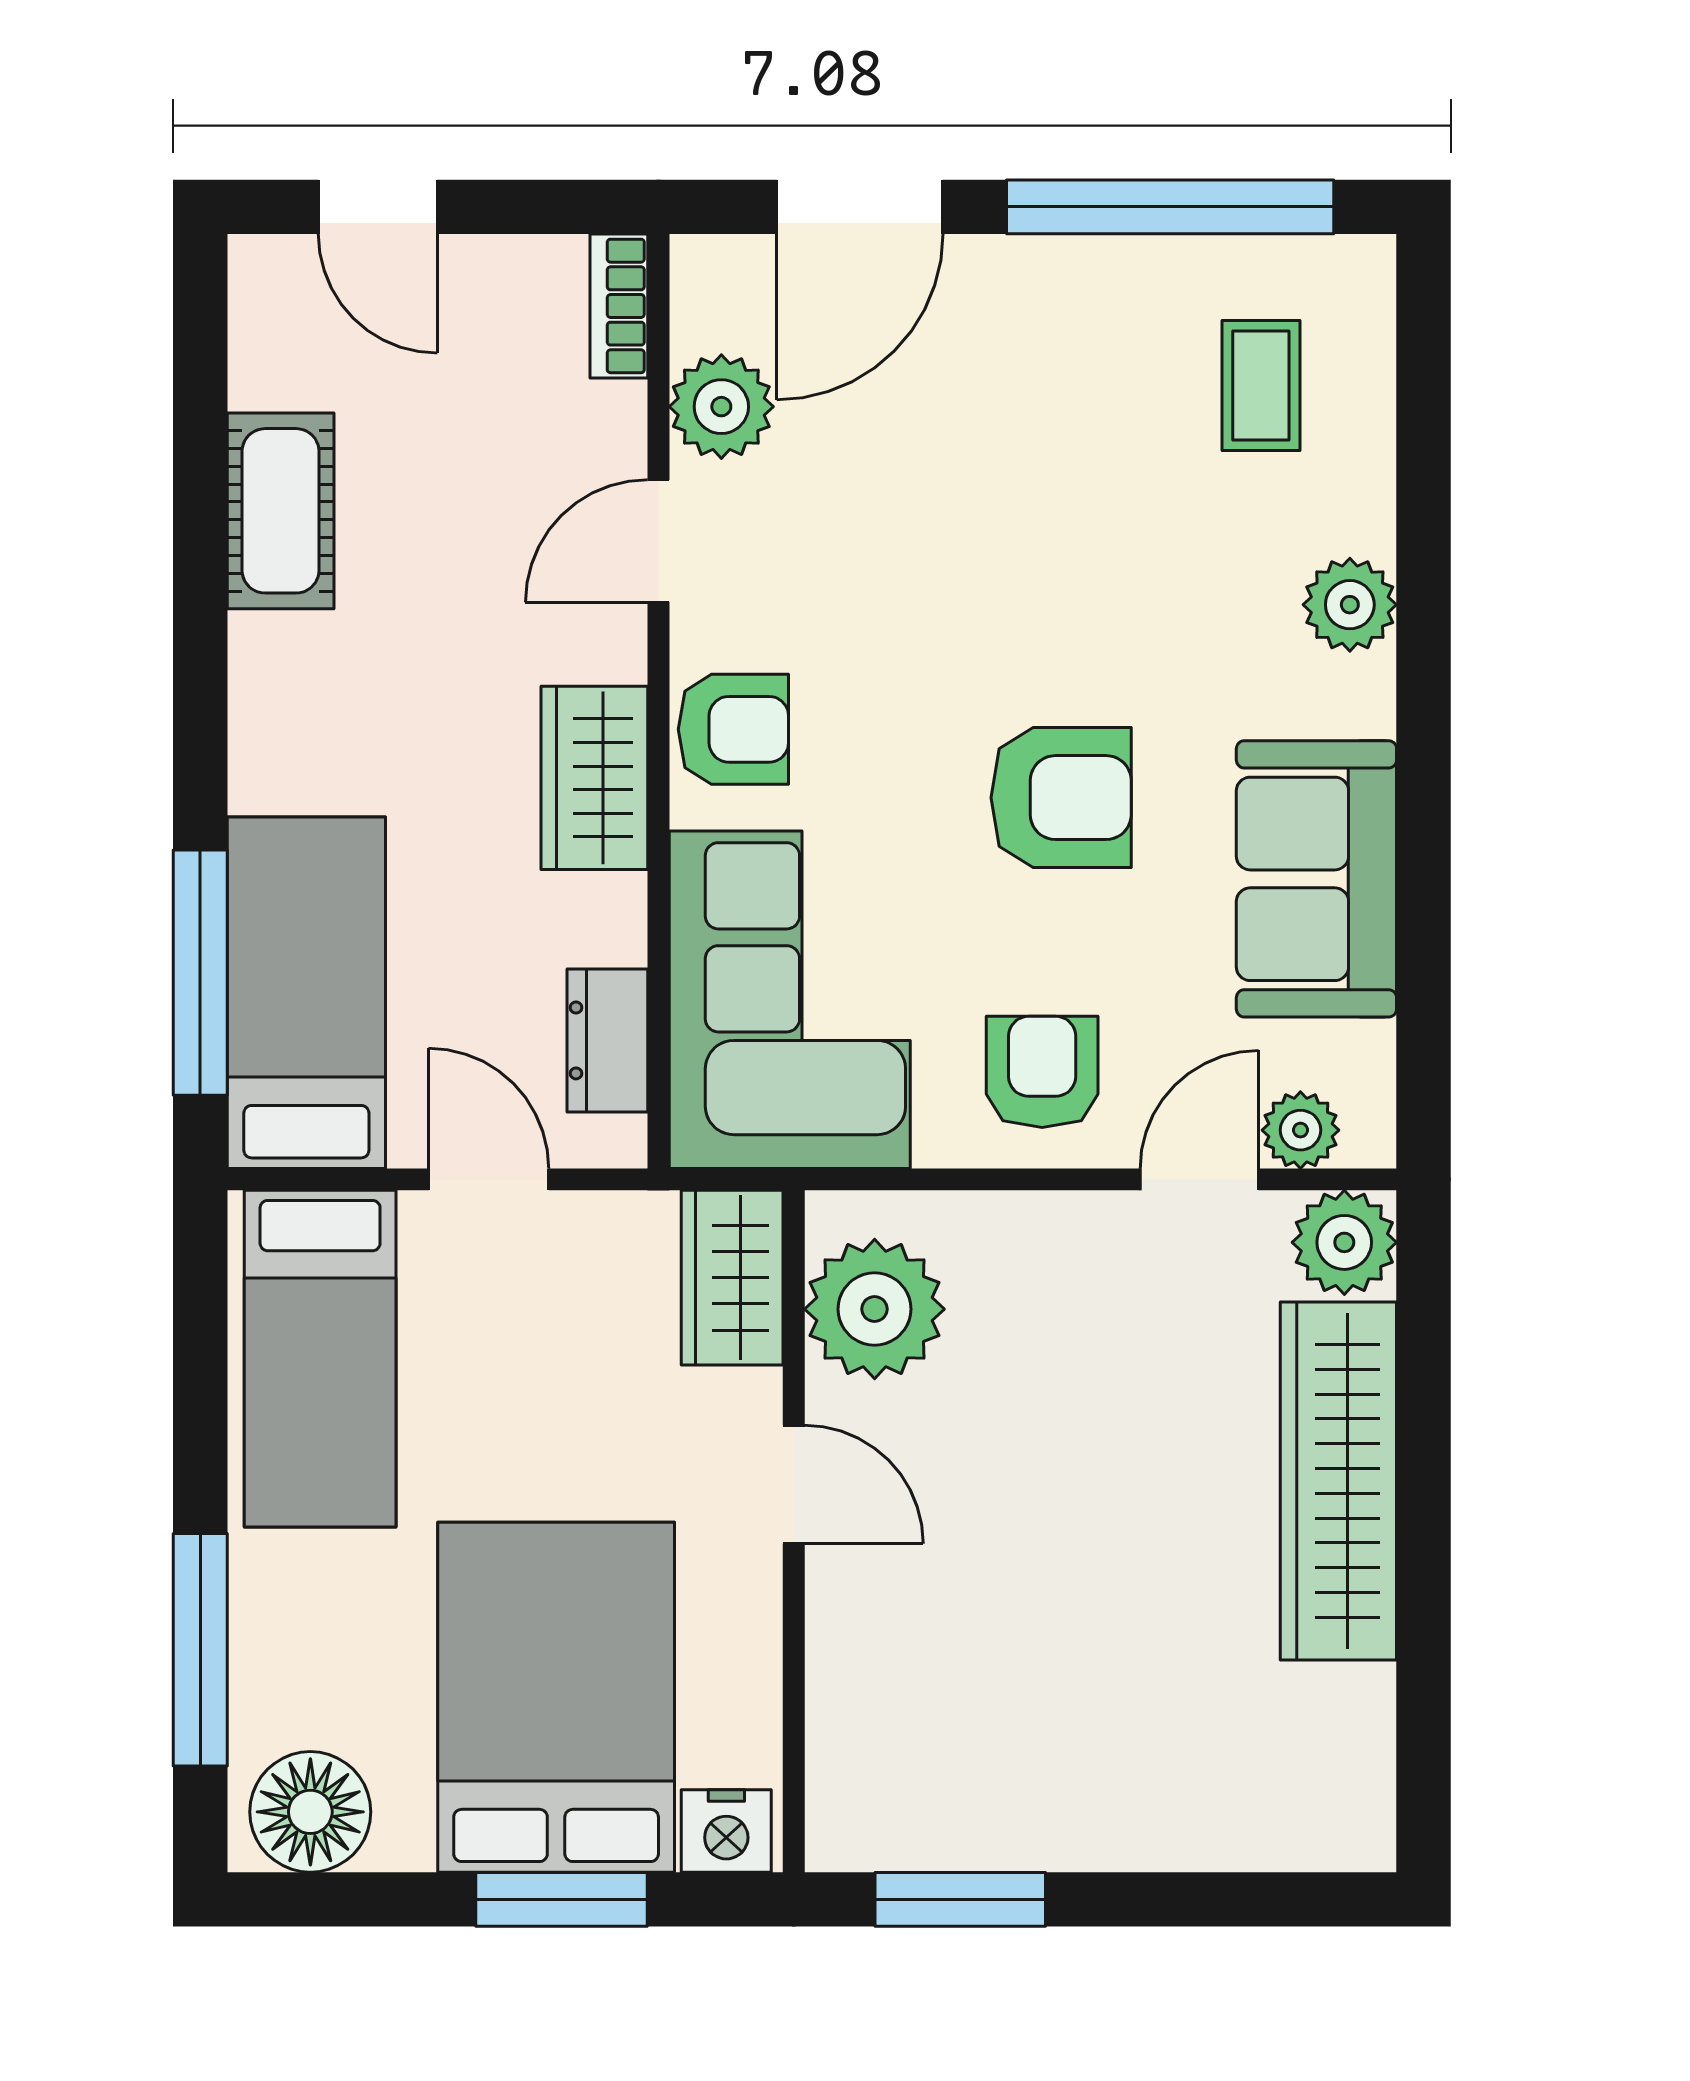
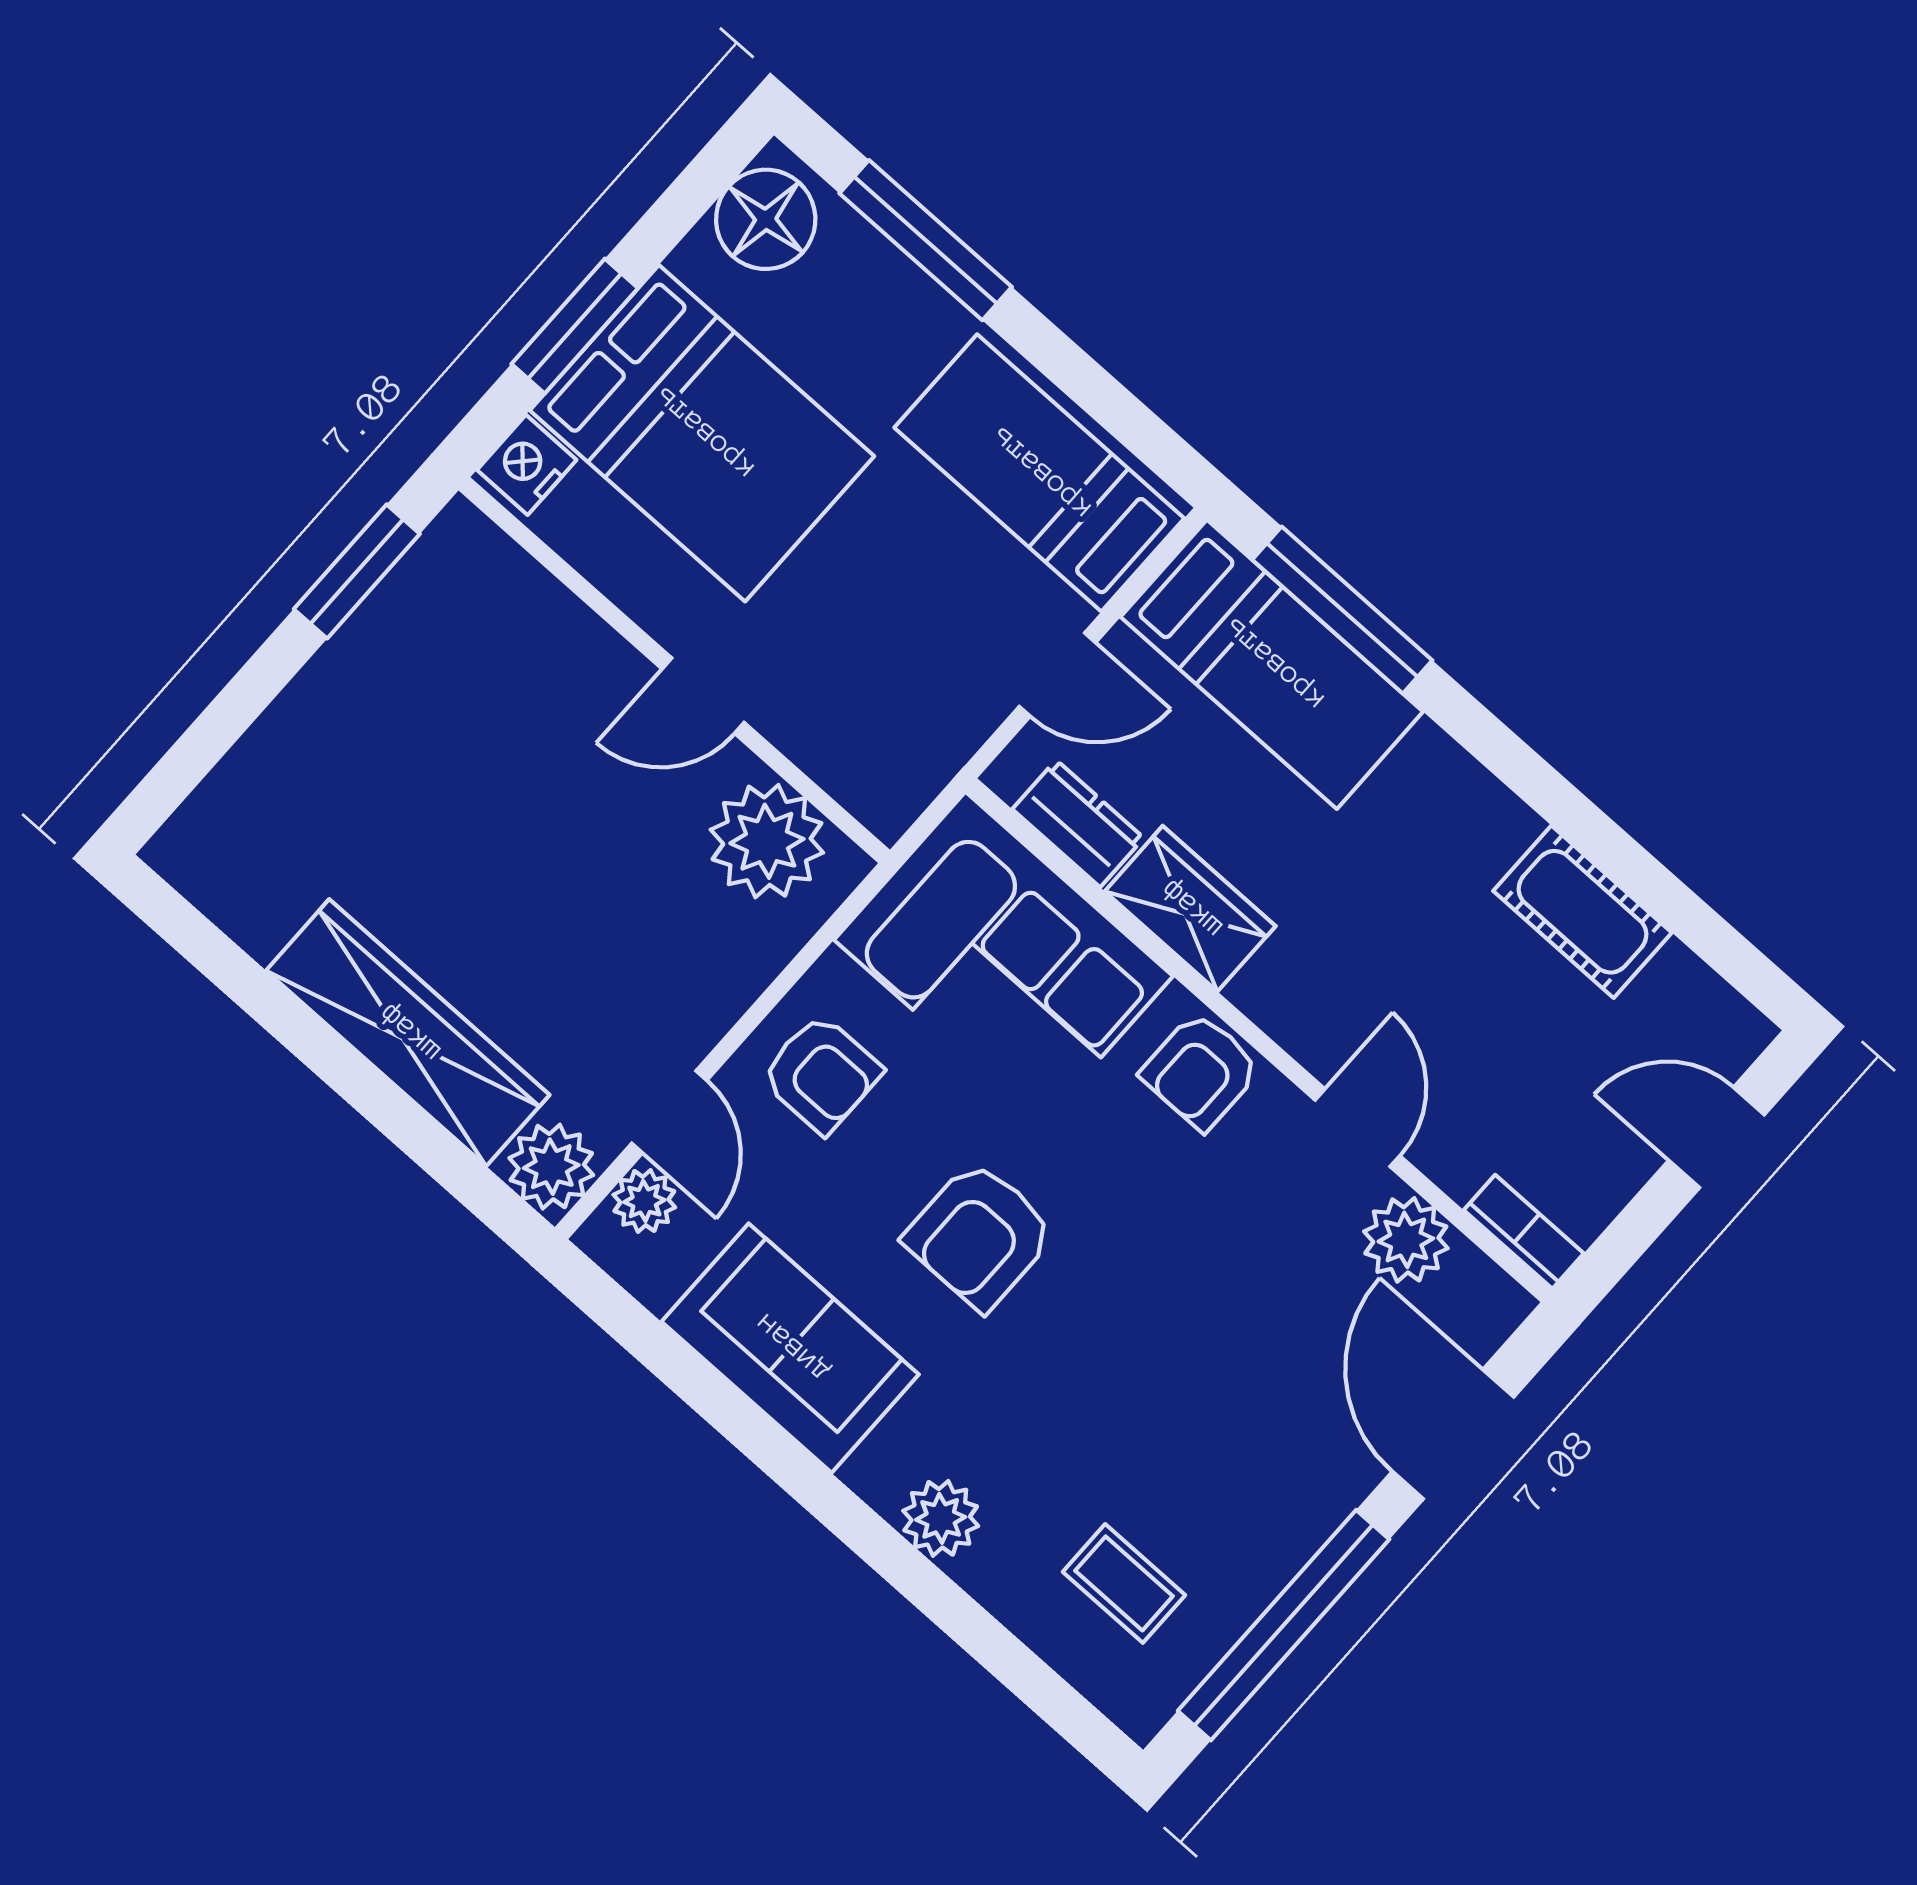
wardrobe: (594, 778) -> (1190, 909), moved
wardrobe: (732, 1278) -> (864, 771), removed

